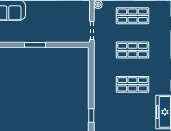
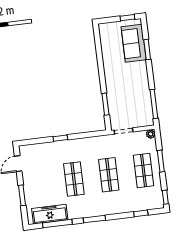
window: (35, 45) -> (105, 104), moved
window: (91, 115) -> (60, 138), moved

